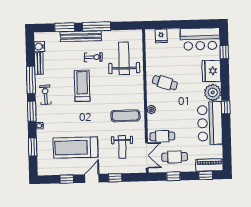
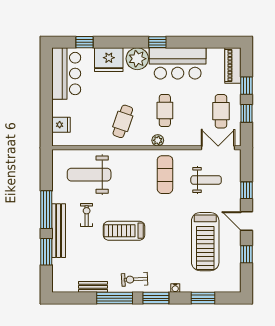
water cooler: (39, 47) -> (71, 286), removed
cafe table: (162, 136) -> (165, 111), moved
window: (206, 175) -> (246, 86), moved

